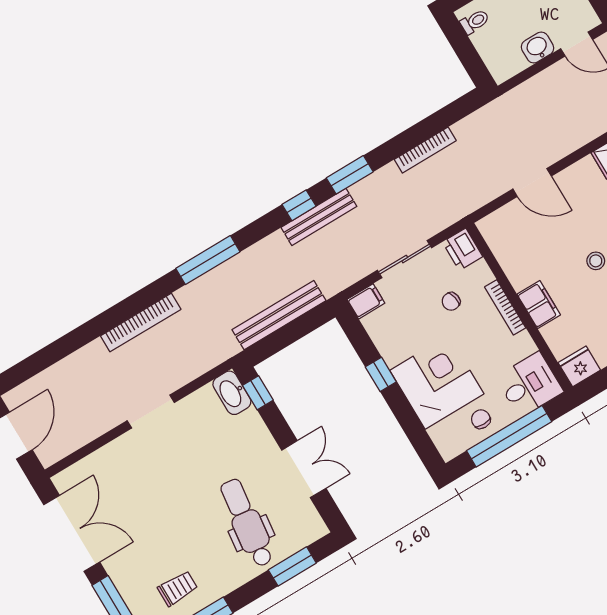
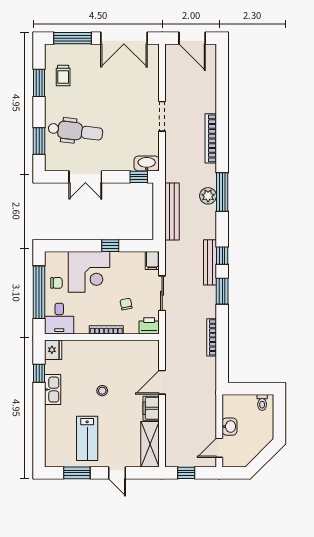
plant: (225, 277) -> (208, 196), added
filing cabinet: (539, 305) -> (151, 408), moved, turned 90

